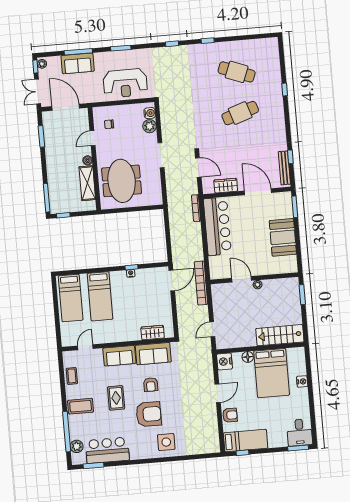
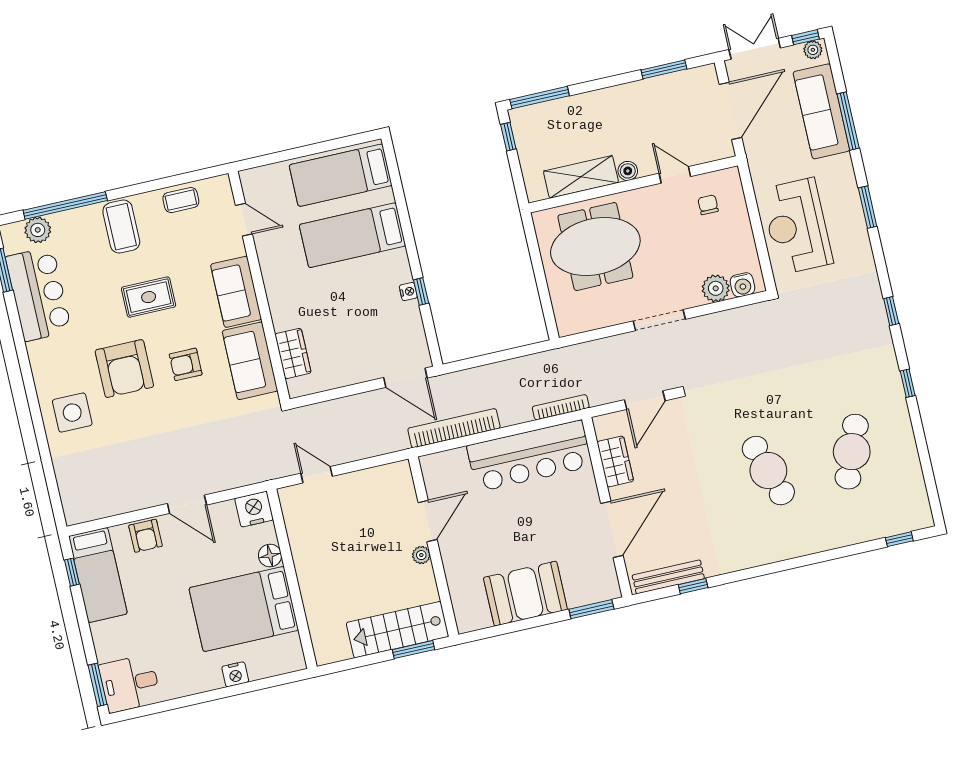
sofa: (78, 63) -> (821, 111), width x1.36
window: (285, 89) -> (899, 539), moved
bookcase: (201, 283) -> (454, 428), moved
stairs: (280, 335) -> (398, 630), moved, turned -90

